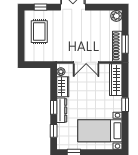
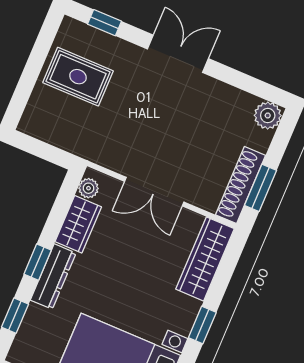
rug: (39, 32) -> (78, 77), turned 90

